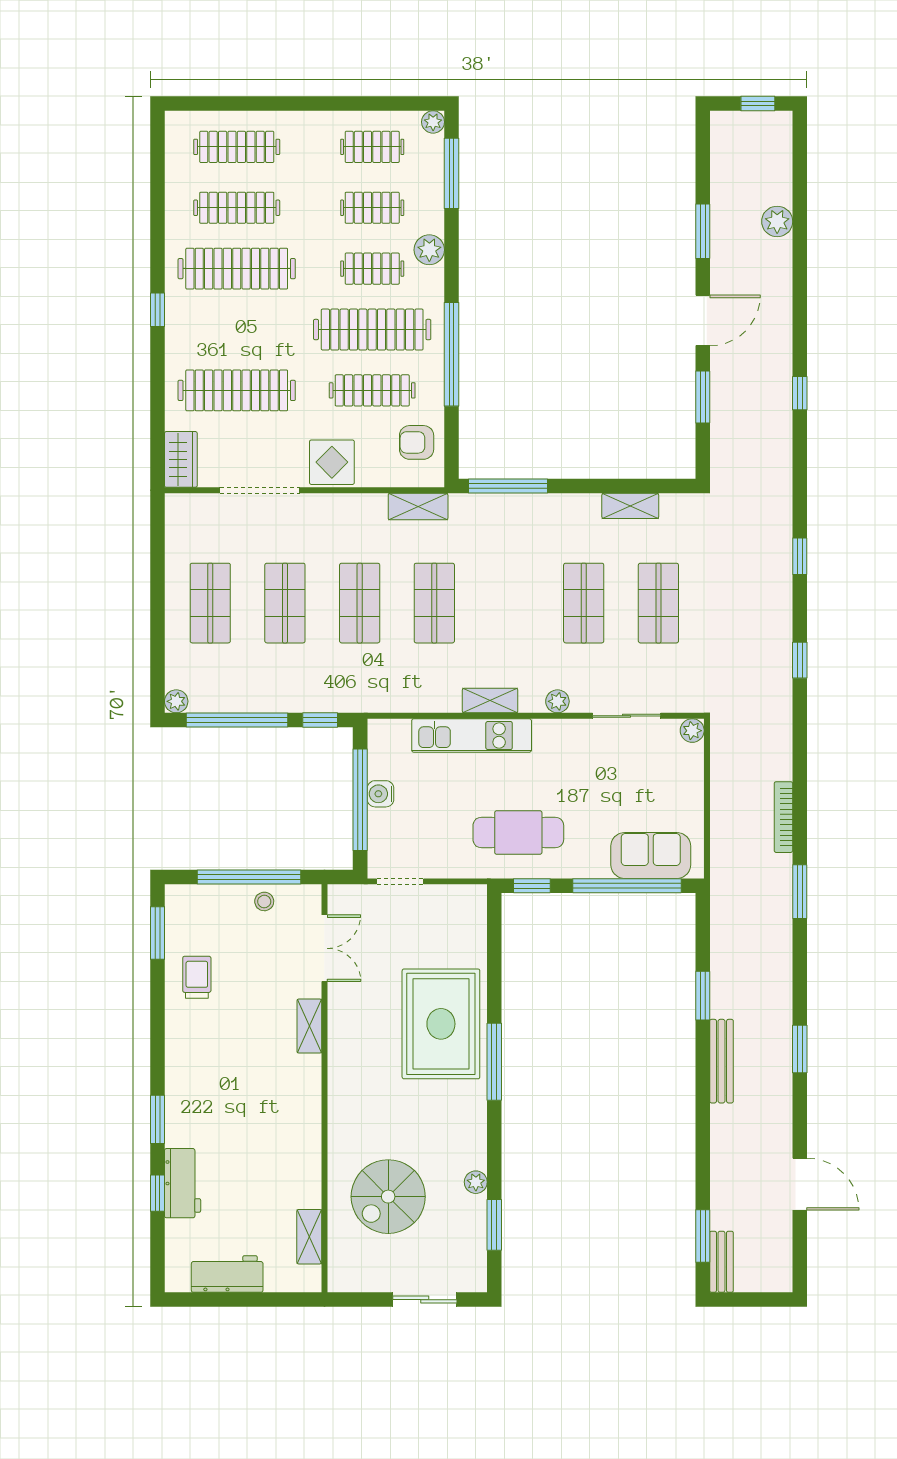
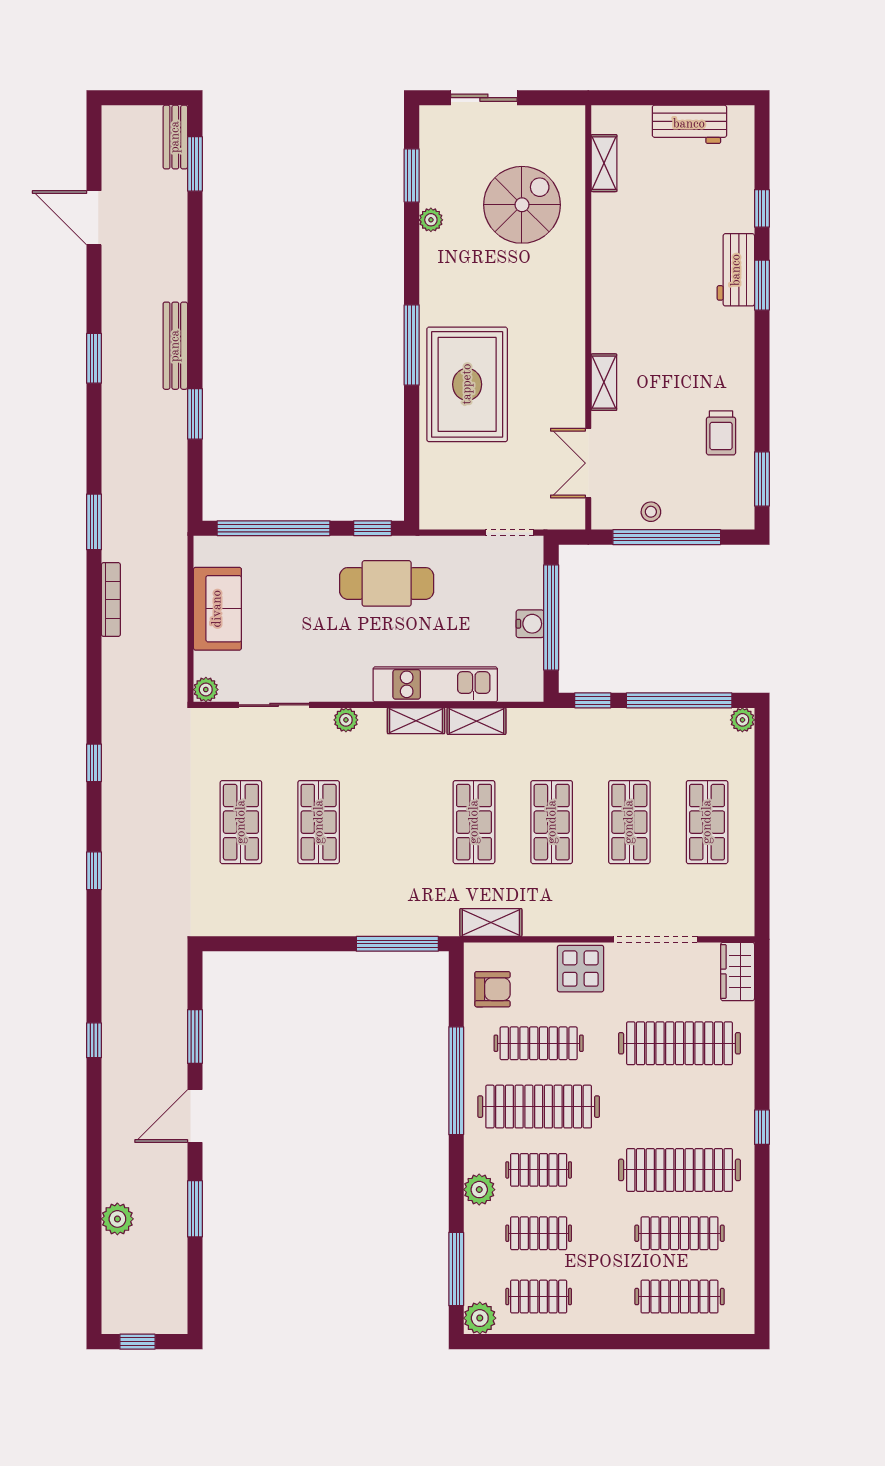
plant: (433, 122) -> (480, 1318), width x1.38, depth x1.38
shelving: (630, 506) -> (477, 721), moved
sofa: (651, 855) -> (217, 609), moved, turned -90
workbench: (183, 1183) -> (736, 270), moved

